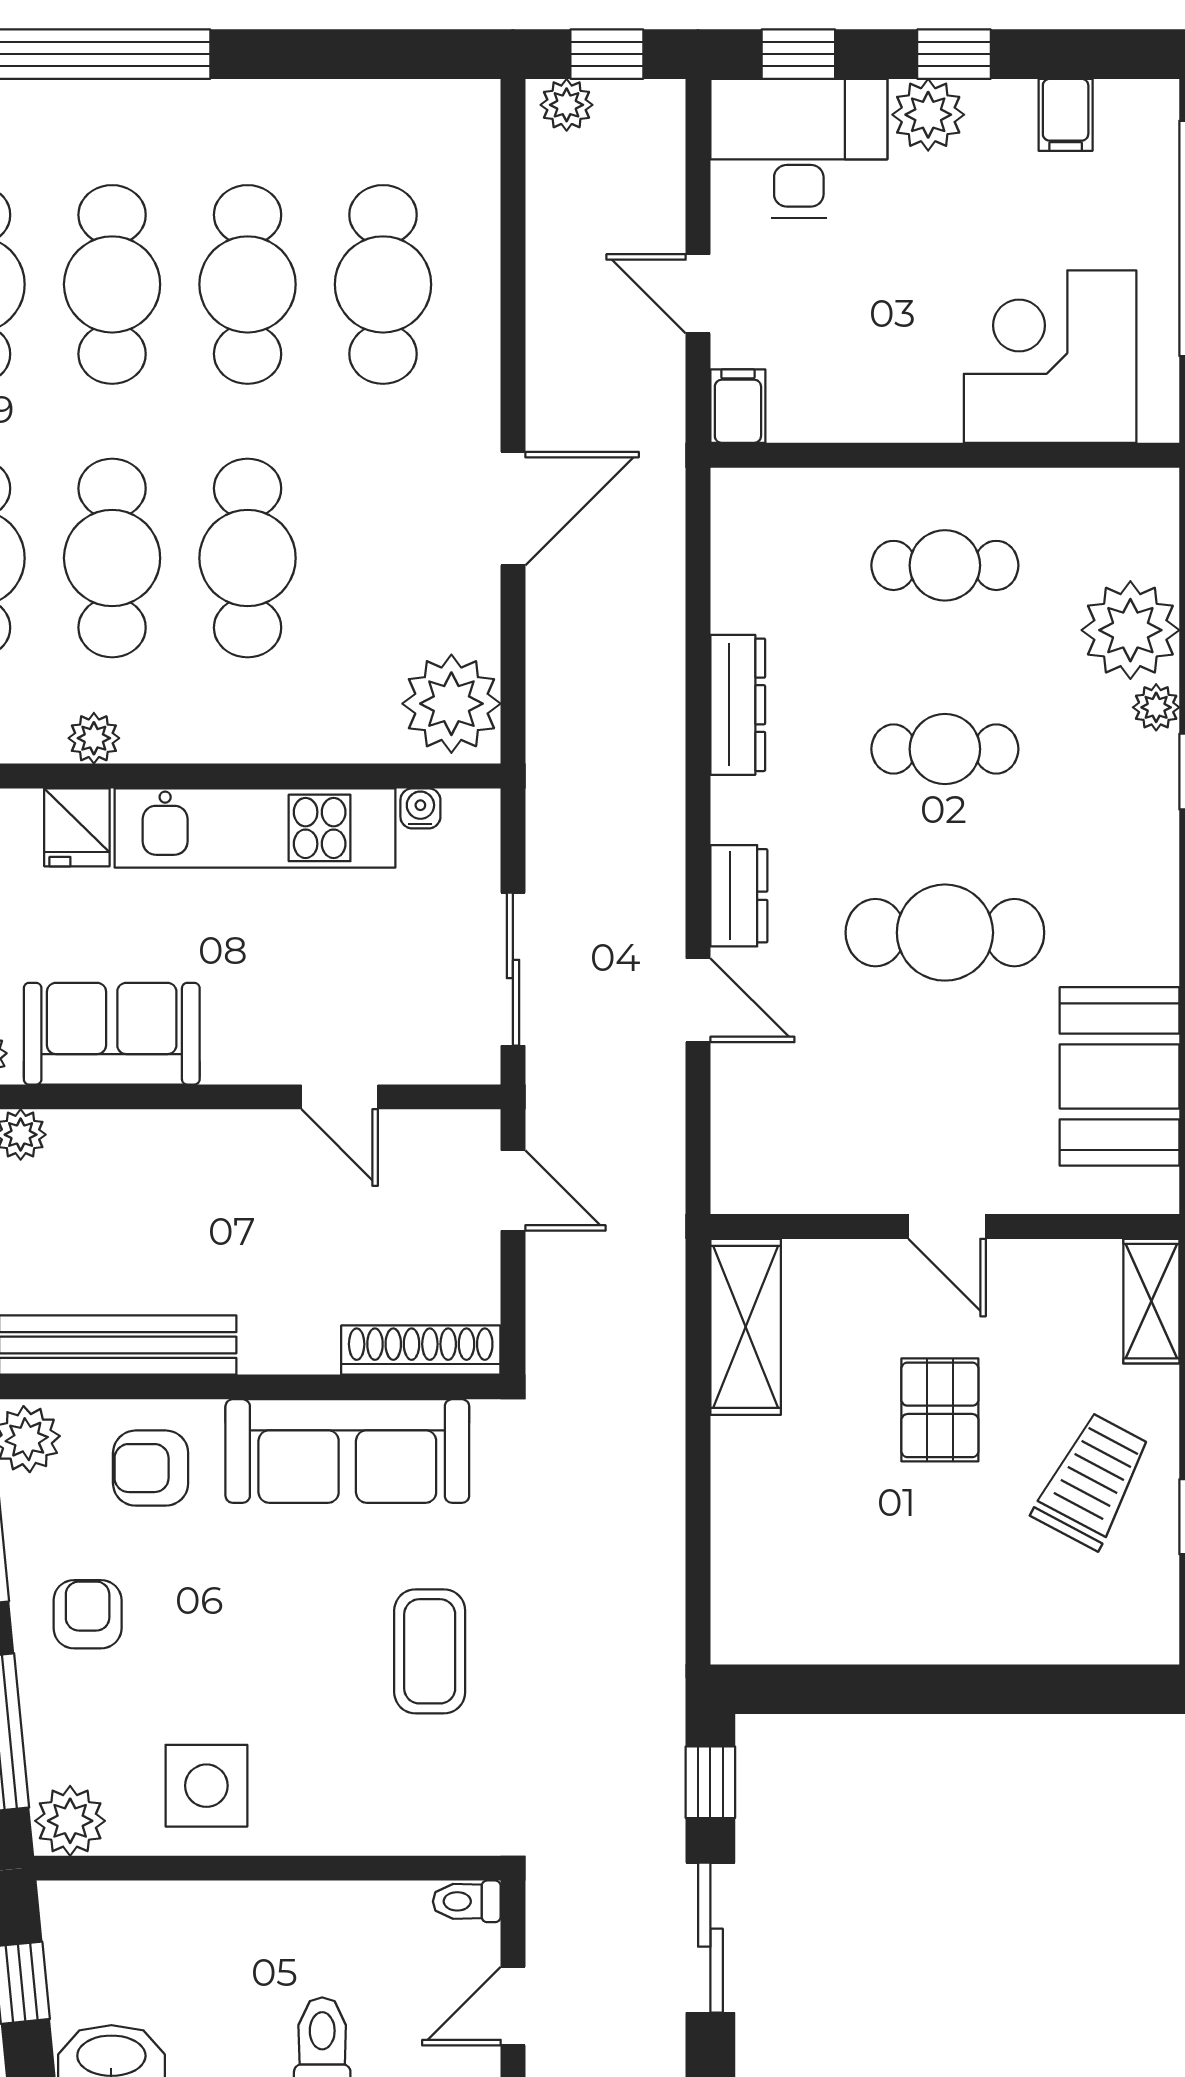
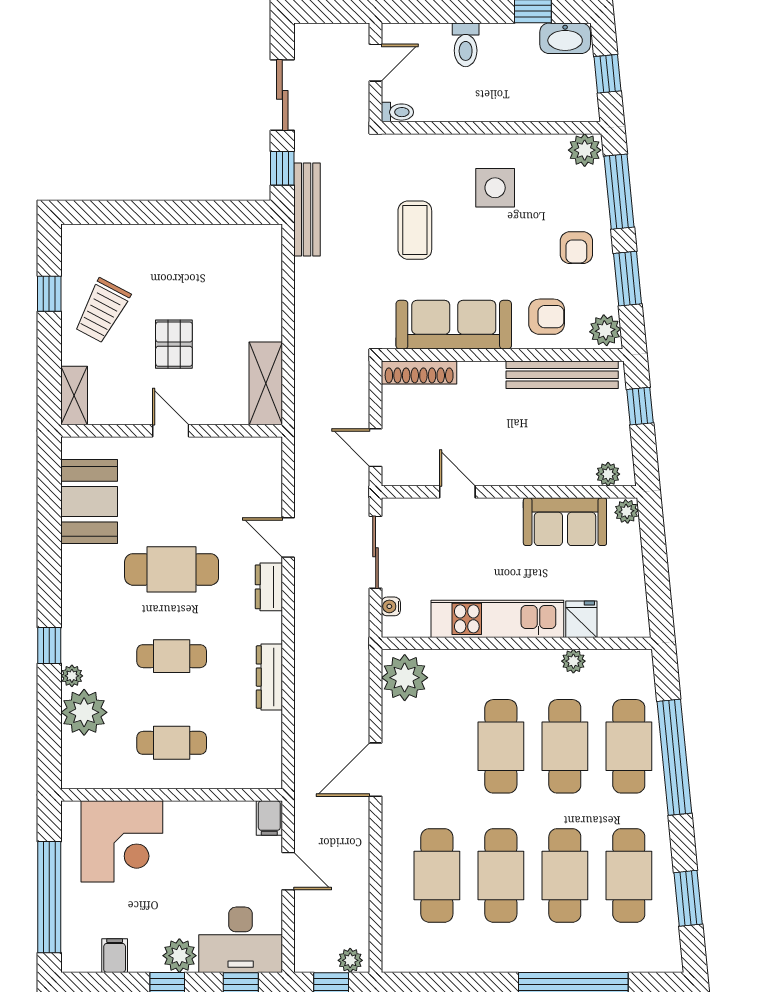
water cooler: (420, 808) -> (391, 606), moved, turned 90
bench: (658, 1695) -> (307, 210), added
side table: (206, 1786) -> (495, 188), moved

